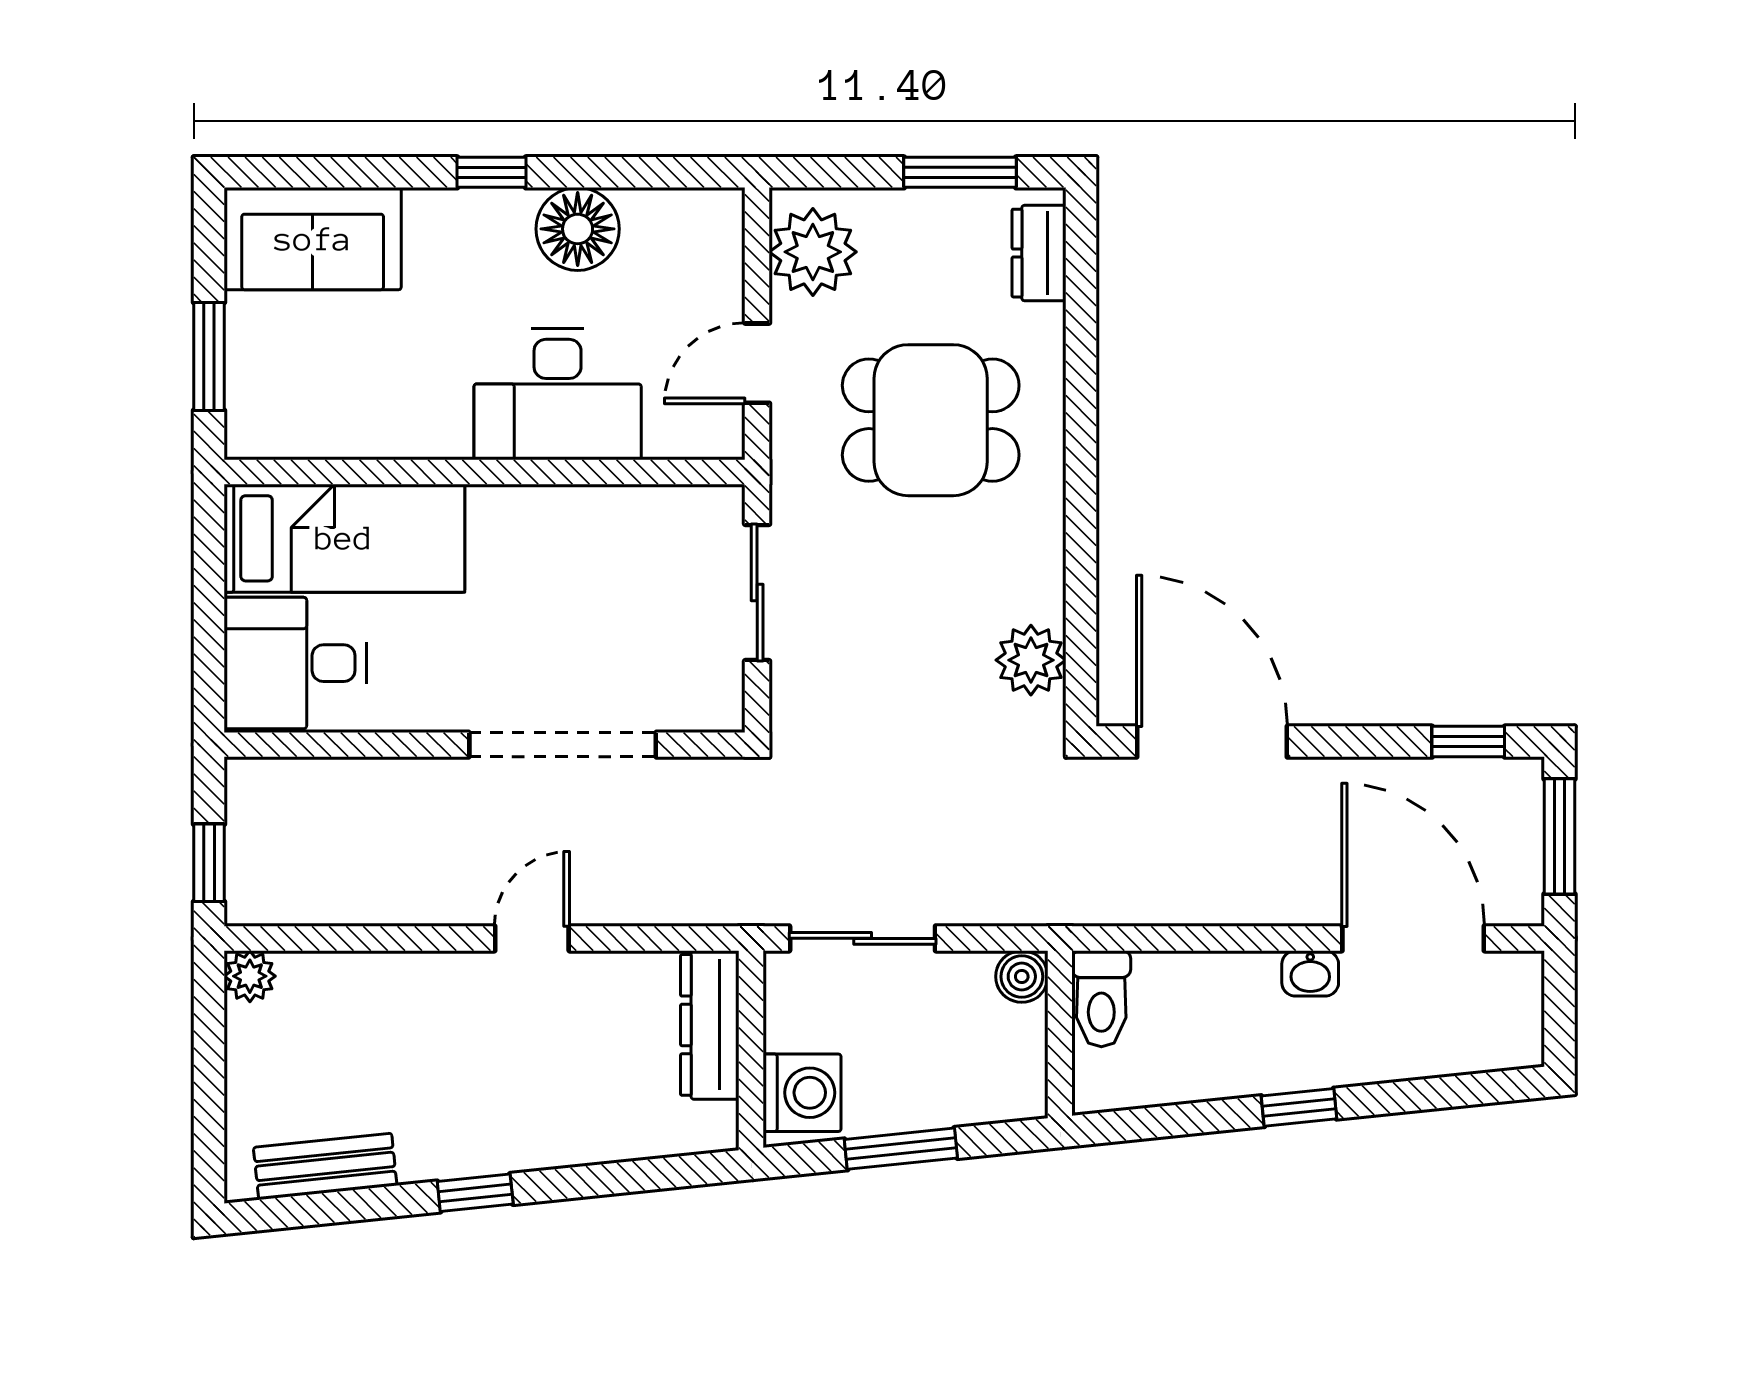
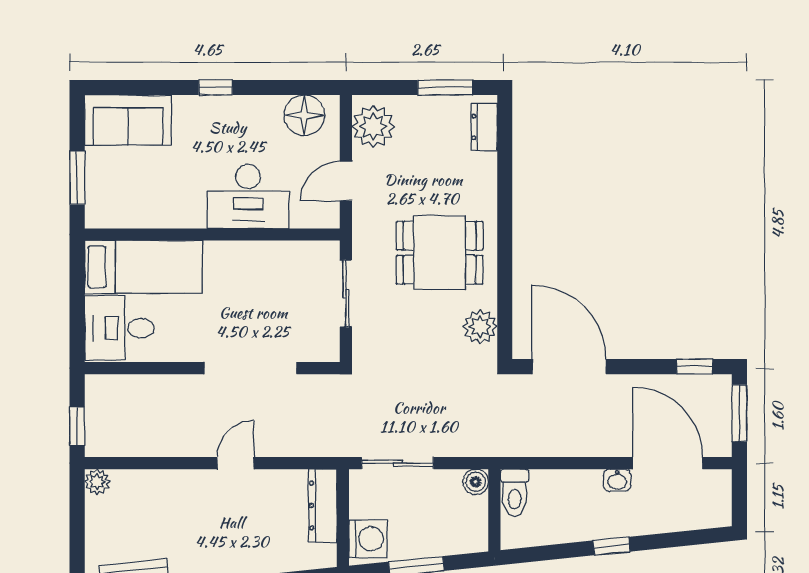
floor lamp: (578, 229) -> (304, 115), moved
dining table: (931, 420) -> (440, 253), moved

